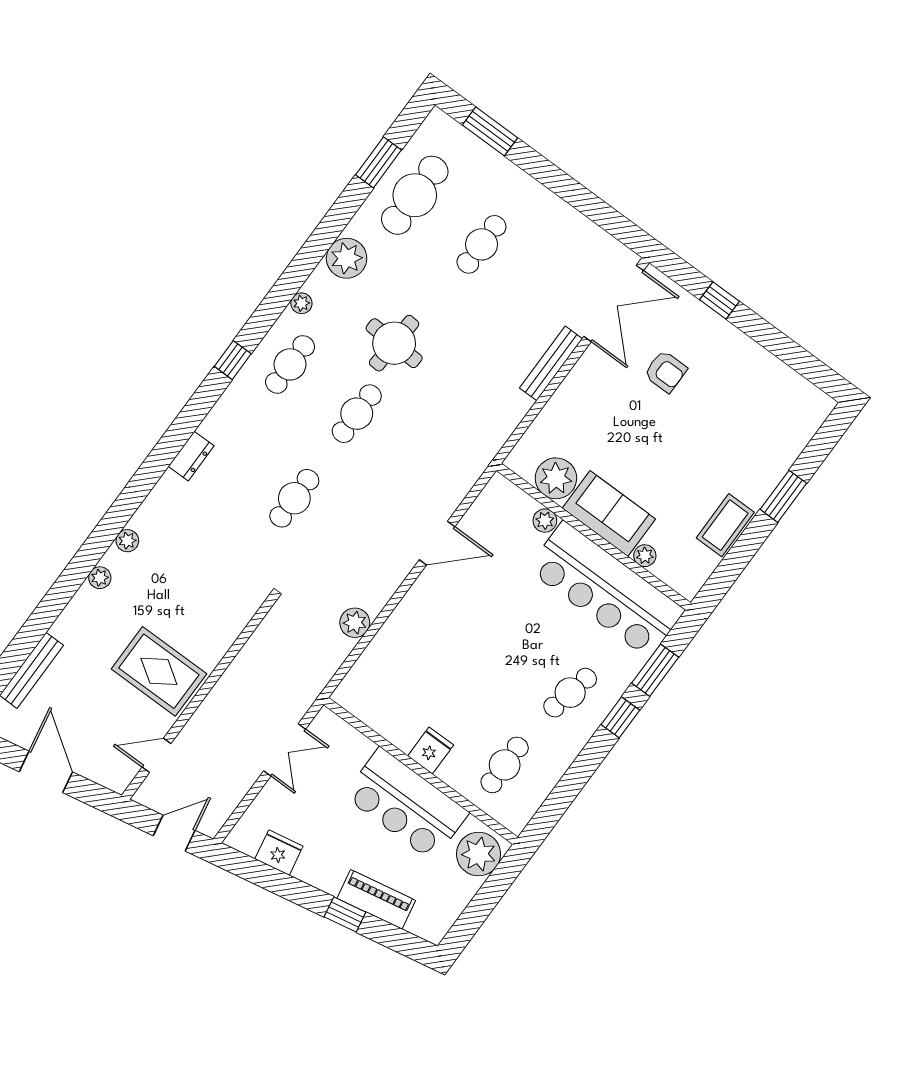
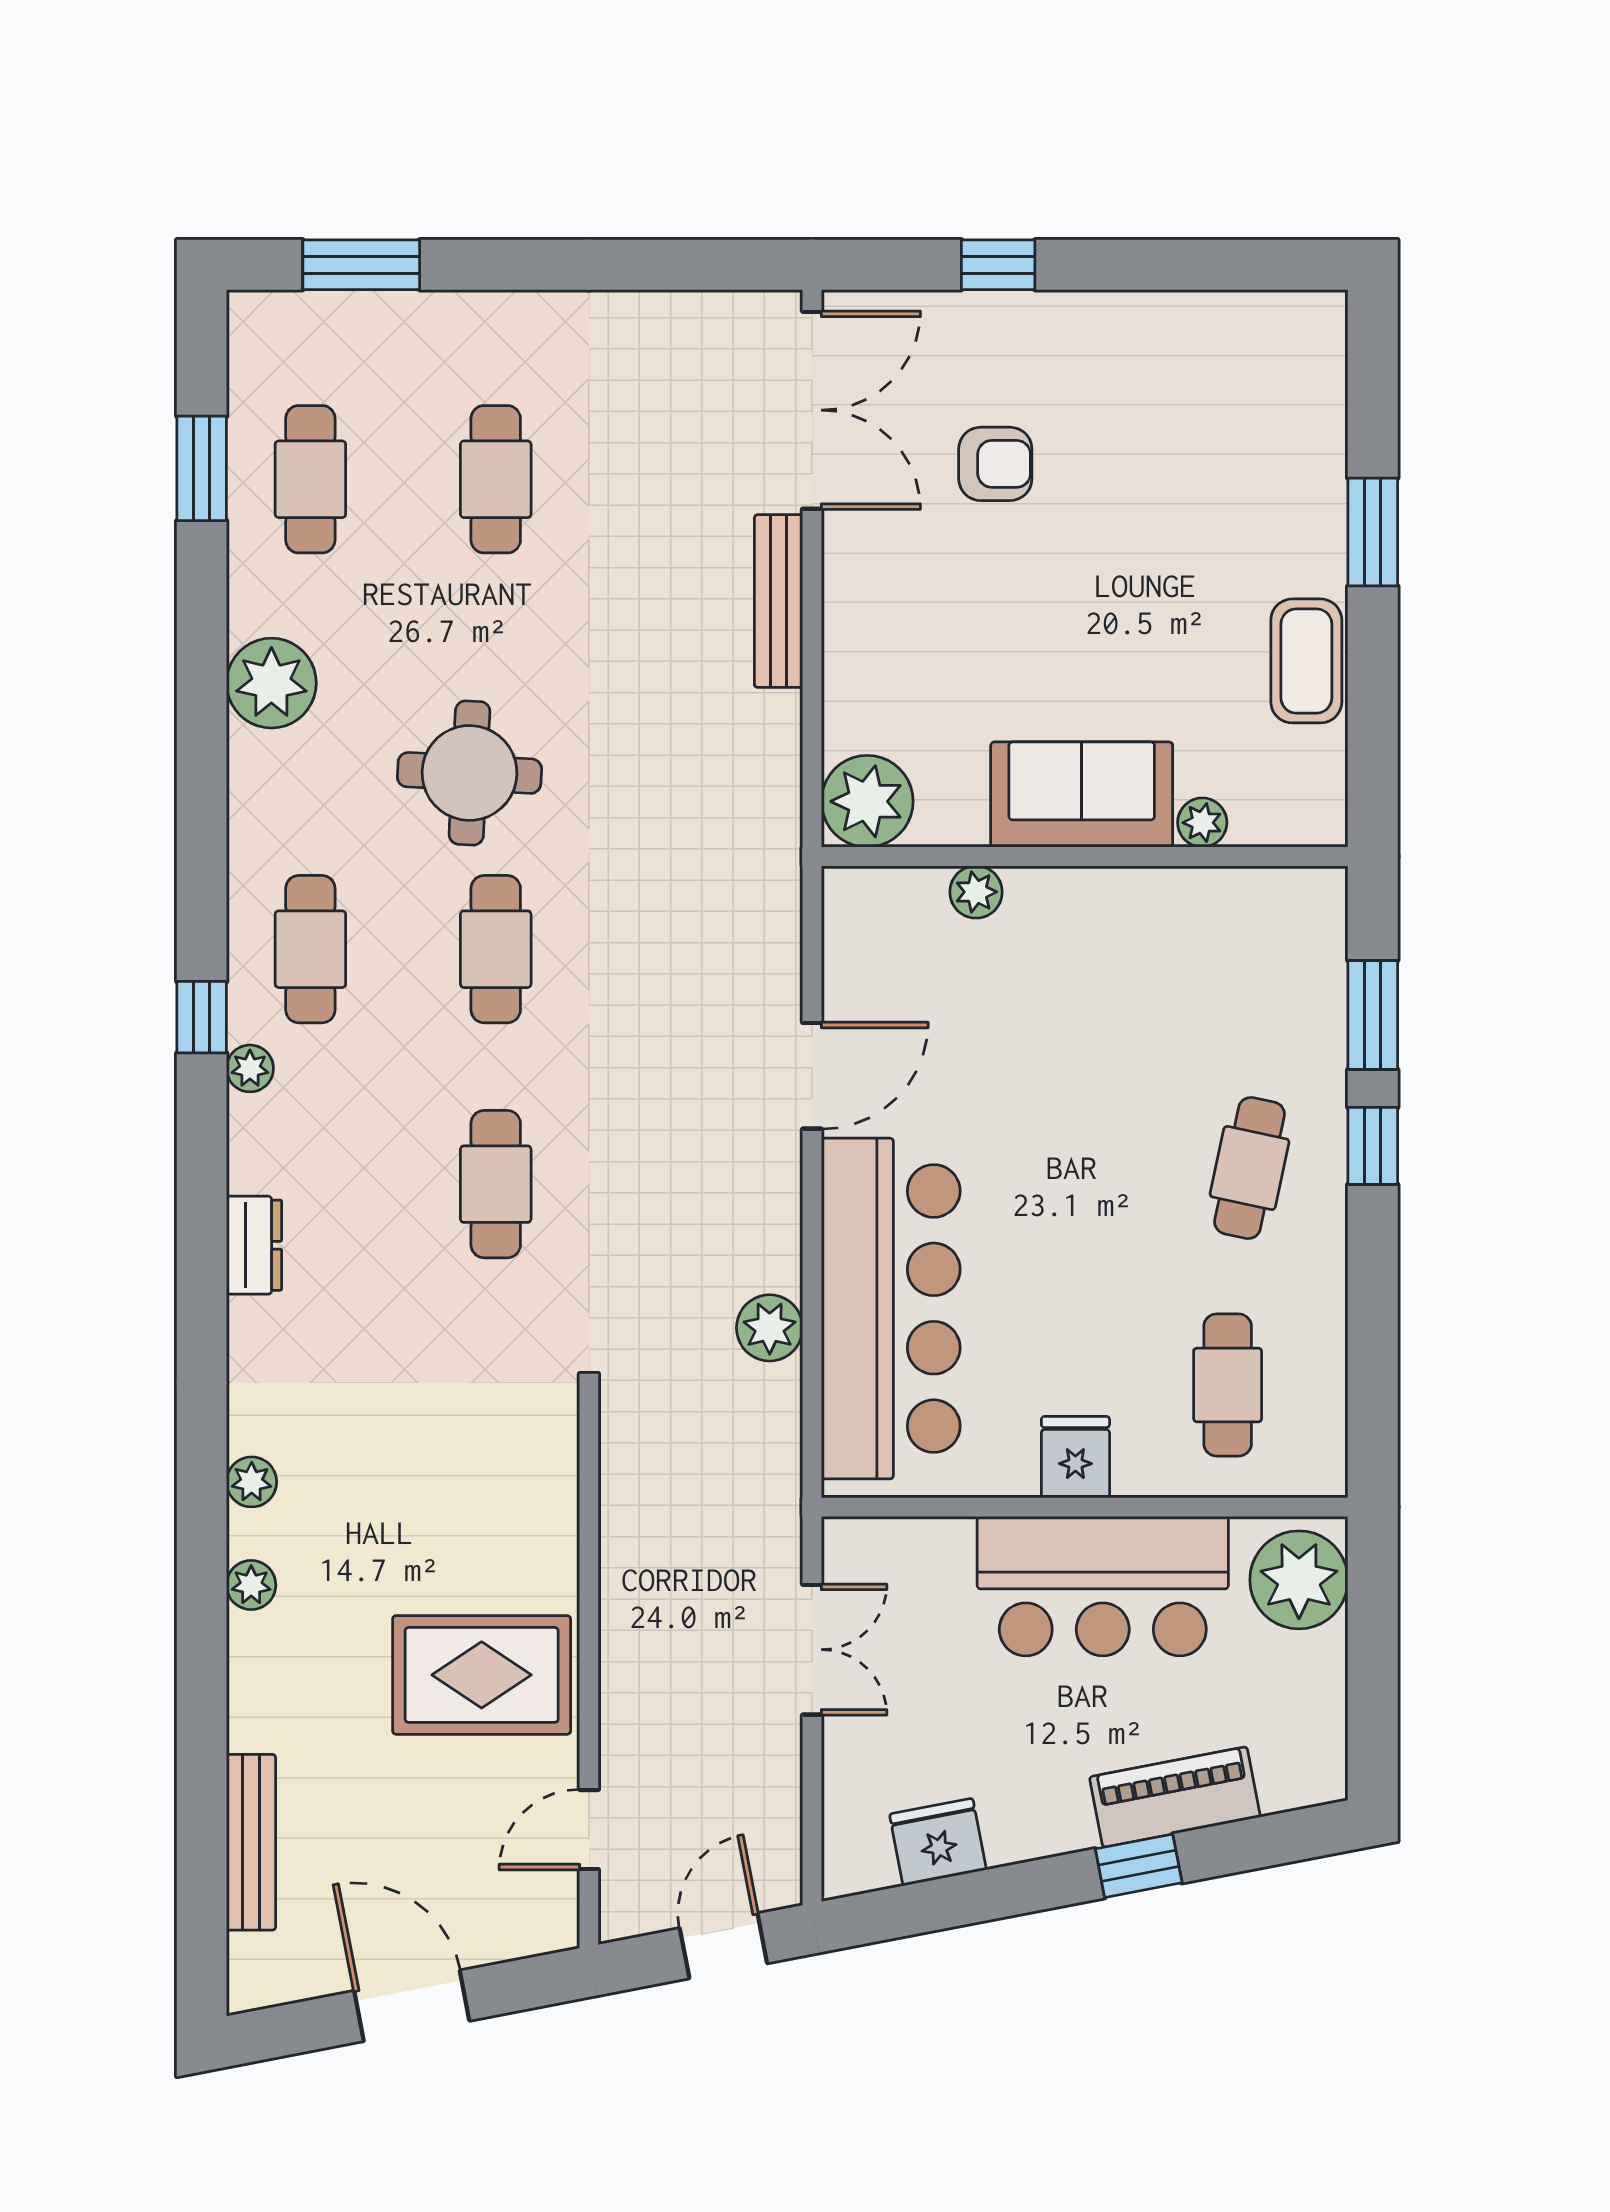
cafe table: (415, 195) -> (310, 479), width x0.73, depth x0.74
plant: (301, 303) -> (250, 1068), moved
plant: (556, 478) -> (867, 801), moved
bar counter: (606, 590) -> (891, 1309), moved, turned -90

